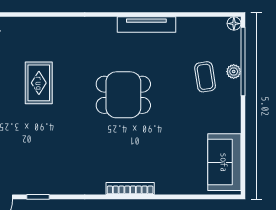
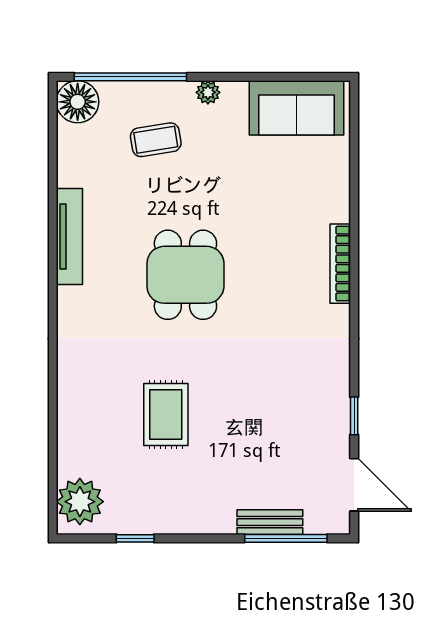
floor lamp: (234, 24) -> (78, 102), width x1.89, depth x1.89
plant: (234, 72) -> (208, 92), moved
rug: (39, 83) -> (166, 415), turned 90

